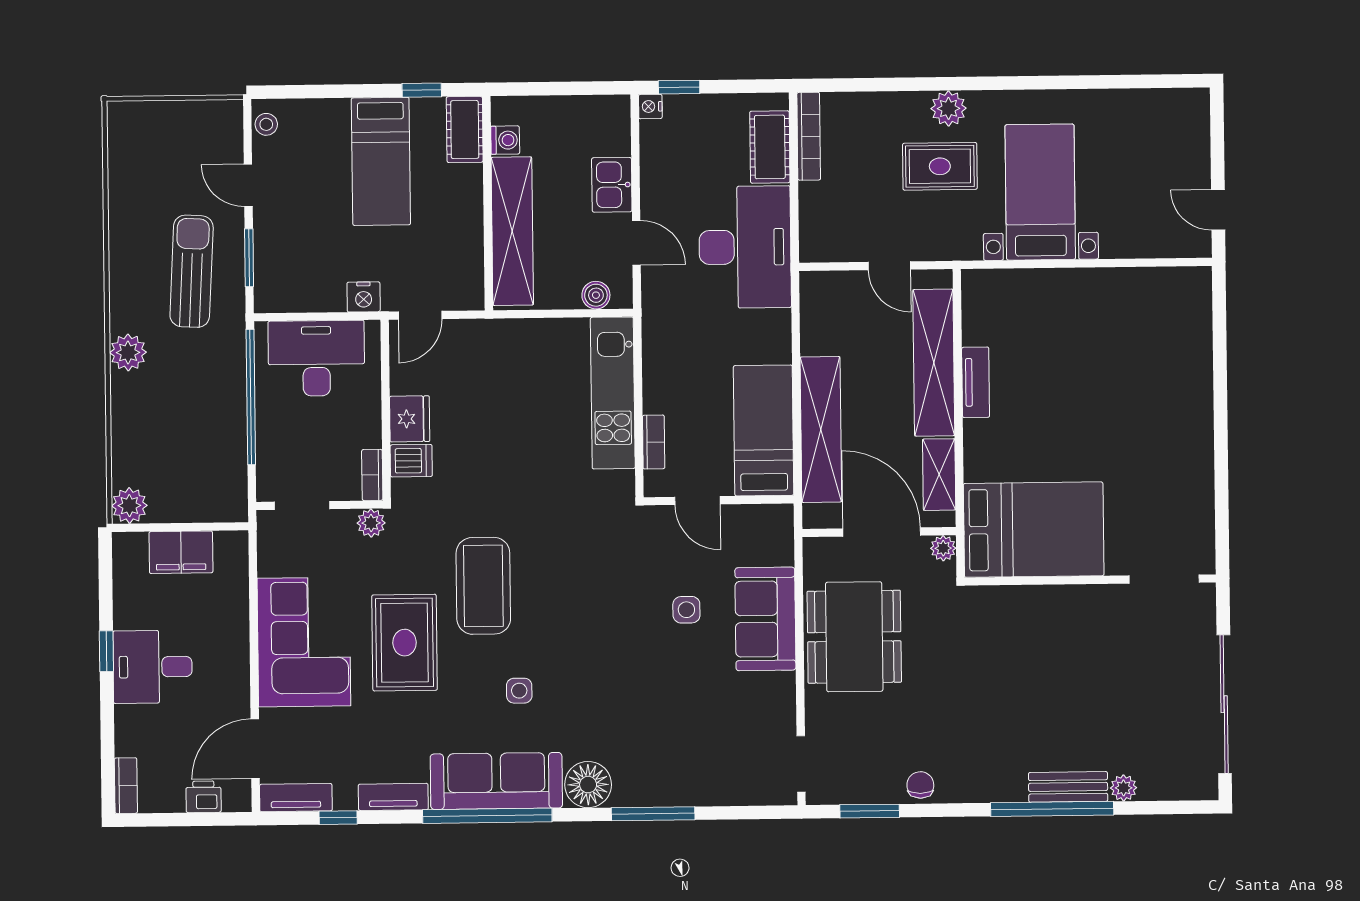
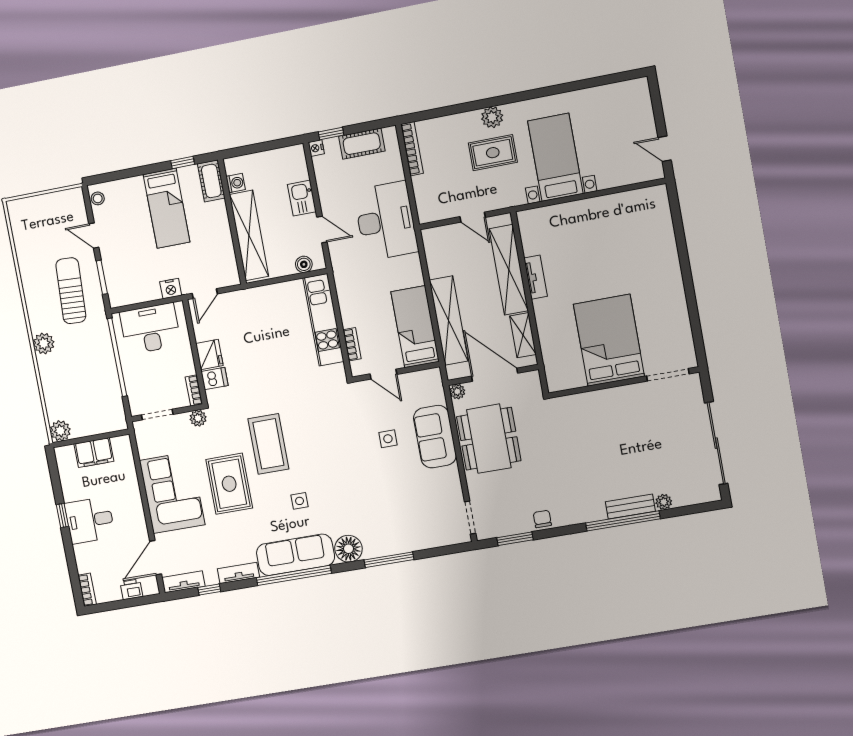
cot: (770, 147) -> (362, 144), moved, turned 90
bed: (1034, 530) -> (609, 340), moved, turned -90
plant: (943, 548) -> (457, 391), moved

